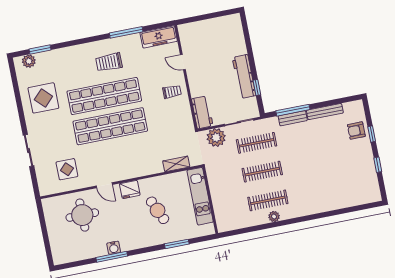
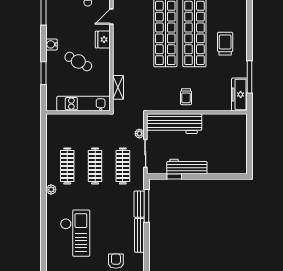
window: (126, 32) -> (250, 77), moved
door: (183, 62) -> (212, 112), removed
workbench: (202, 112) -> (174, 124), width x1.88, depth x1.32
plant: (216, 138) -> (139, 134), width x0.53, depth x0.53
checkout: (336, 178) -> (75, 233), added
cafe table: (158, 210) -> (78, 61), turned 52
plant: (274, 217) -> (51, 190), moved
water cooler: (114, 248) -> (52, 44), moved

